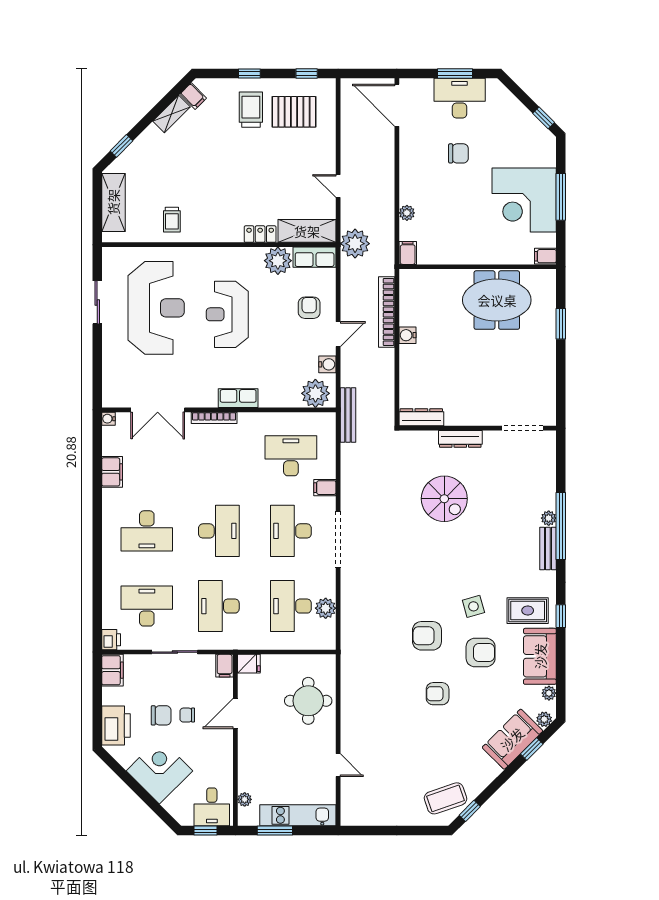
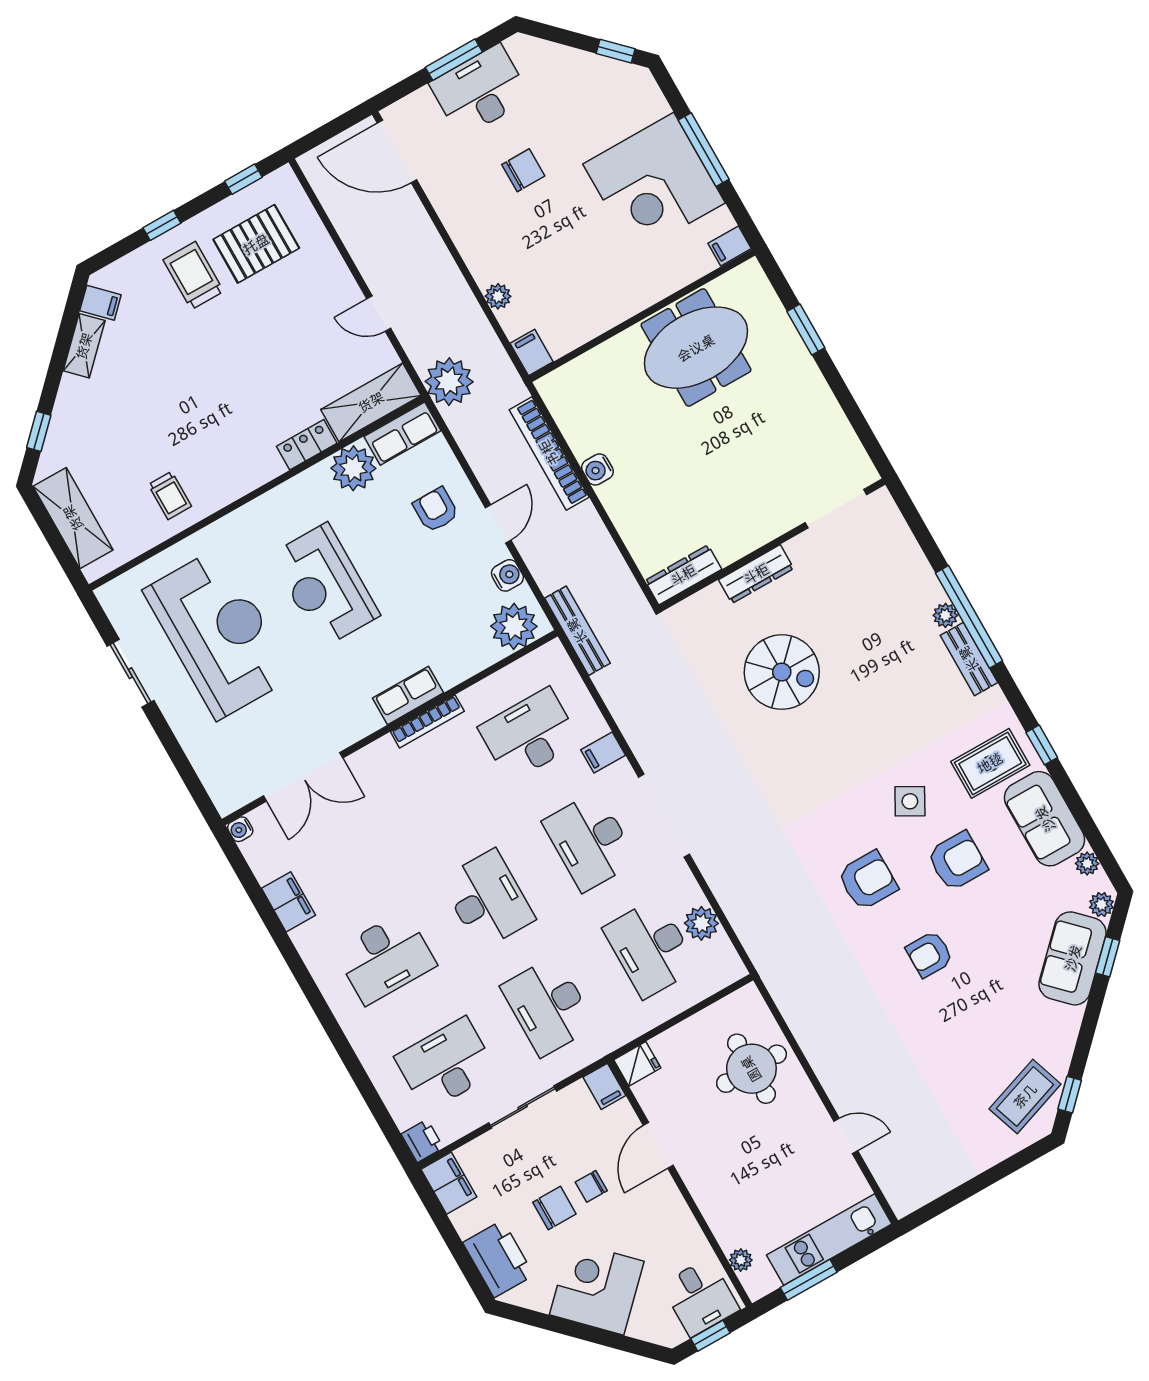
bookcase: (214, 418) -> (427, 721), moved
side table: (473, 606) -> (910, 801), turned 45
armchair: (427, 636) -> (868, 881), turned 180

